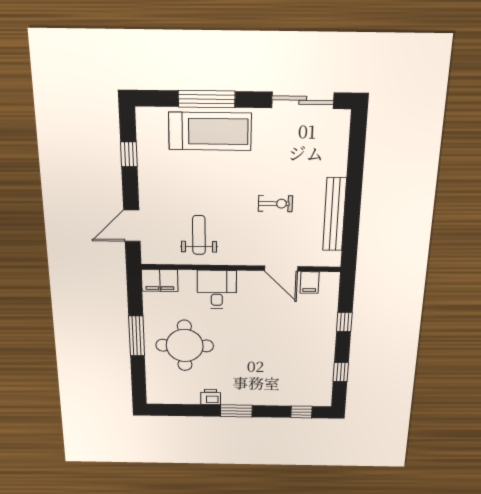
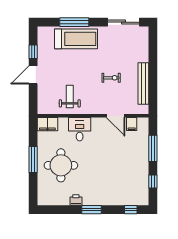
door: (132, 226) -> (33, 75), moved
window: (344, 322) -> (153, 148), width x2.17

